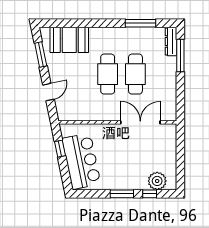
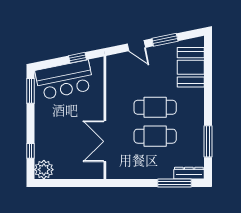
window: (41, 54) -> (165, 40), moved
double door: (140, 122) -> (105, 141), swing flipped
plant: (157, 181) -> (44, 170), moved
window: (122, 194) -> (30, 91), moved

